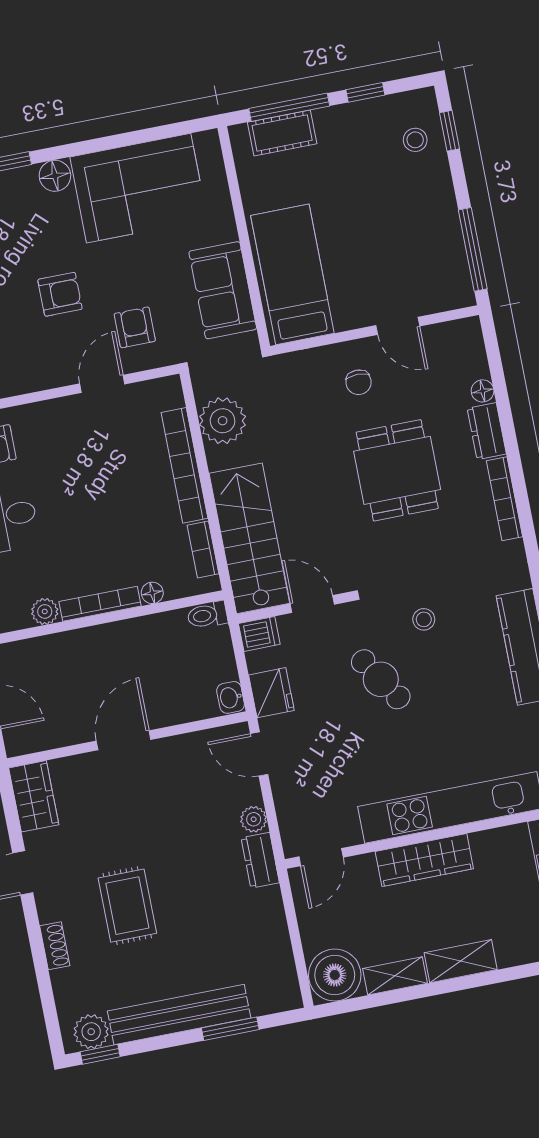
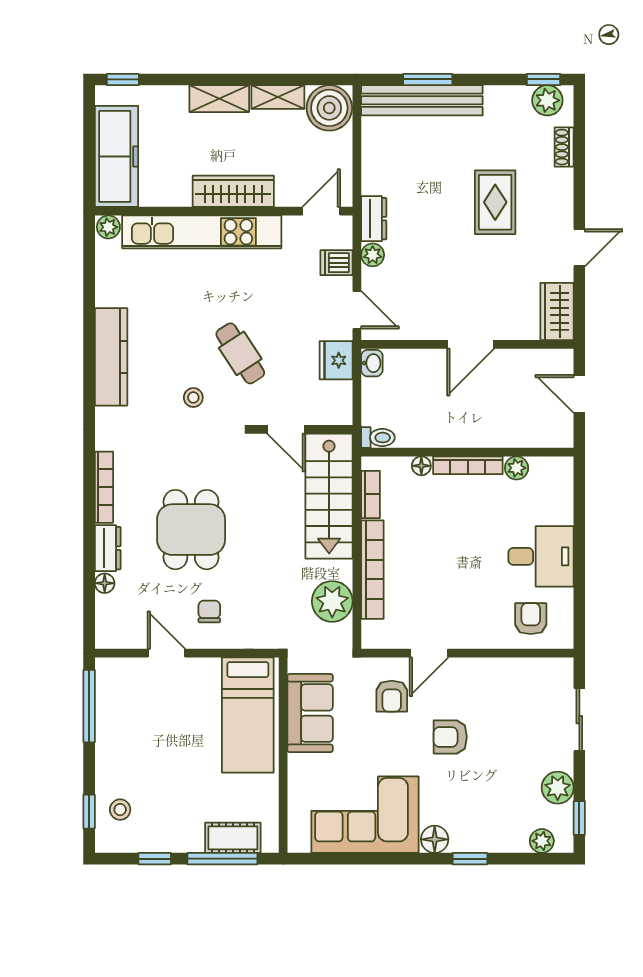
dishwasher: (259, 634) -> (337, 263), moved
shoe rack: (55, 946) -> (564, 147), moved
bench: (179, 1014) -> (422, 100), moved

